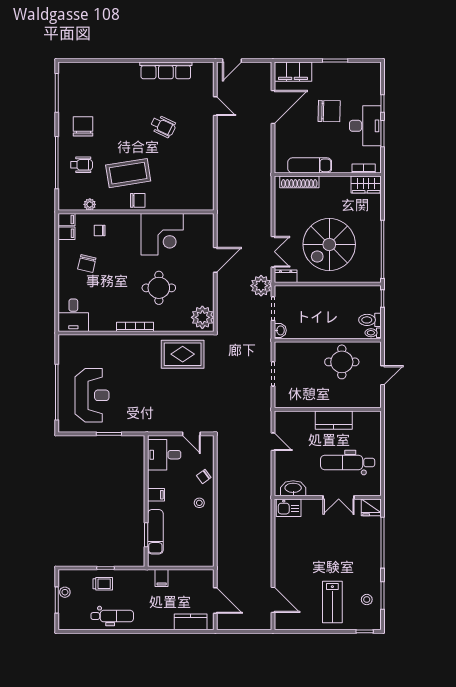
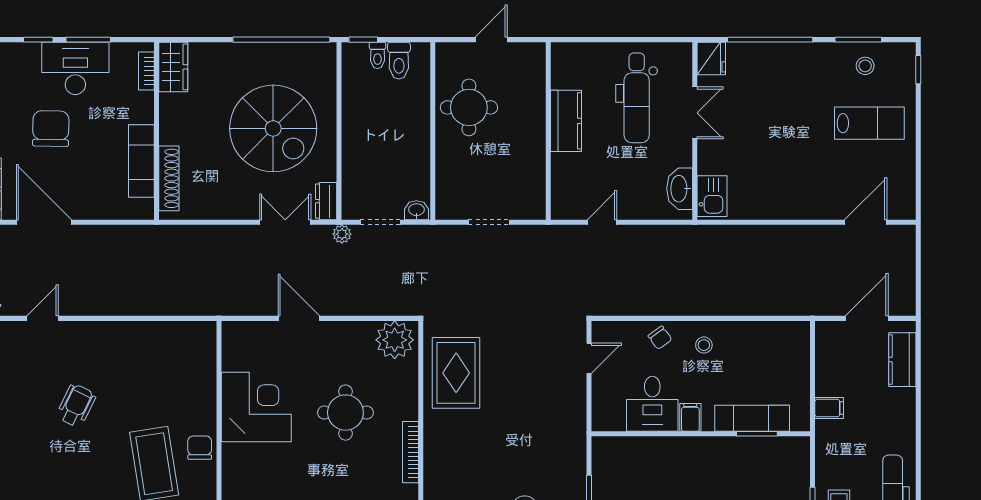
plant: (261, 286) -> (342, 234), width x0.53, depth x0.53
toilet: (373, 333) -> (378, 55), moved
door: (383, 375) -> (491, 40), hinge flipped
desk: (164, 455) -> (652, 404), moved

